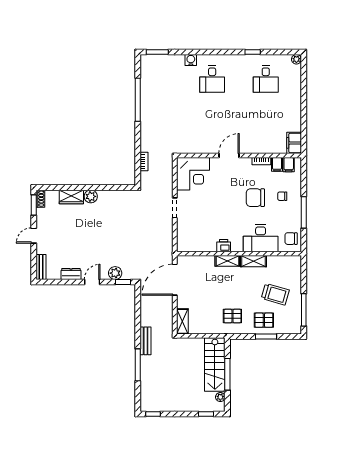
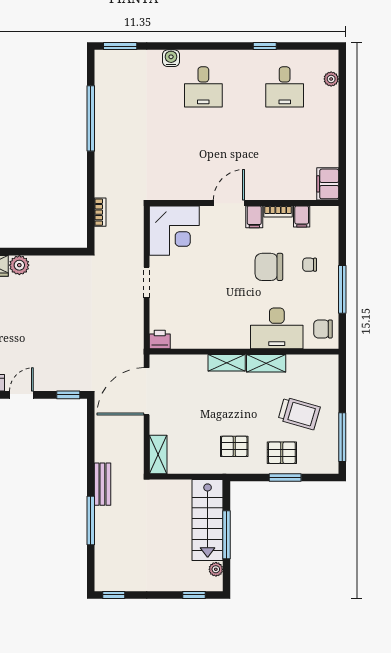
plant: (296, 59) -> (331, 79), moved
filing cabinet: (289, 165) -> (254, 217), moved
printer: (224, 246) -> (160, 340), moved
plant: (115, 273) -> (56, 381), removed

